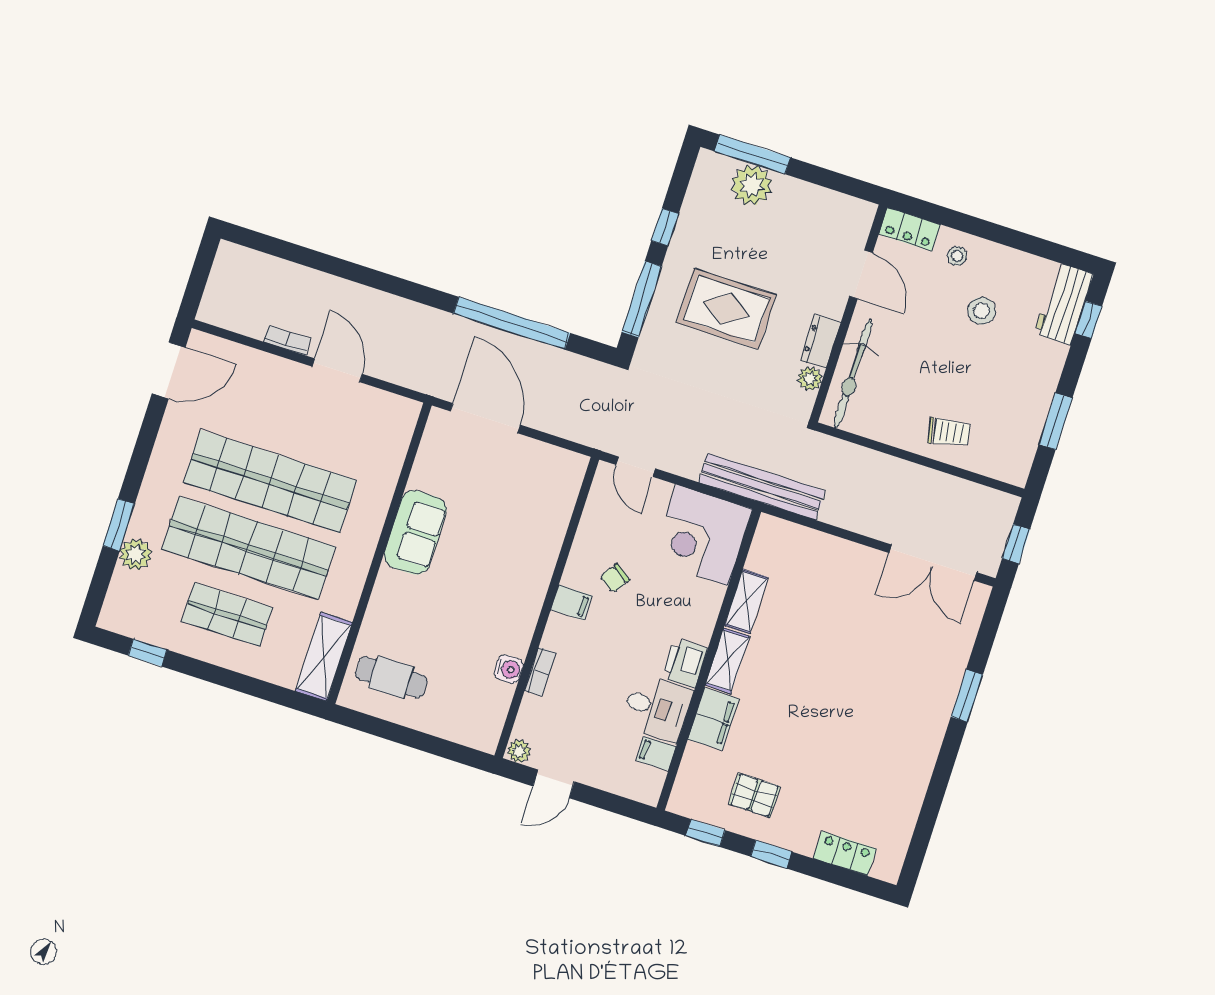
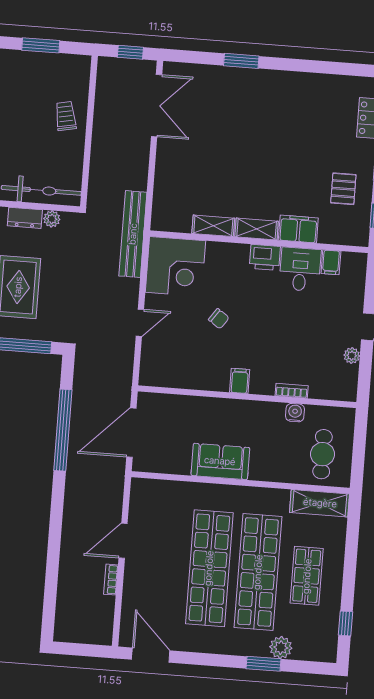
filing cabinet: (571, 603) -> (240, 381), moved
wall: (547, 608) -> (247, 397), moved
water cooler: (509, 669) -> (295, 413), moved
bookcase: (540, 672) -> (292, 391), moved

